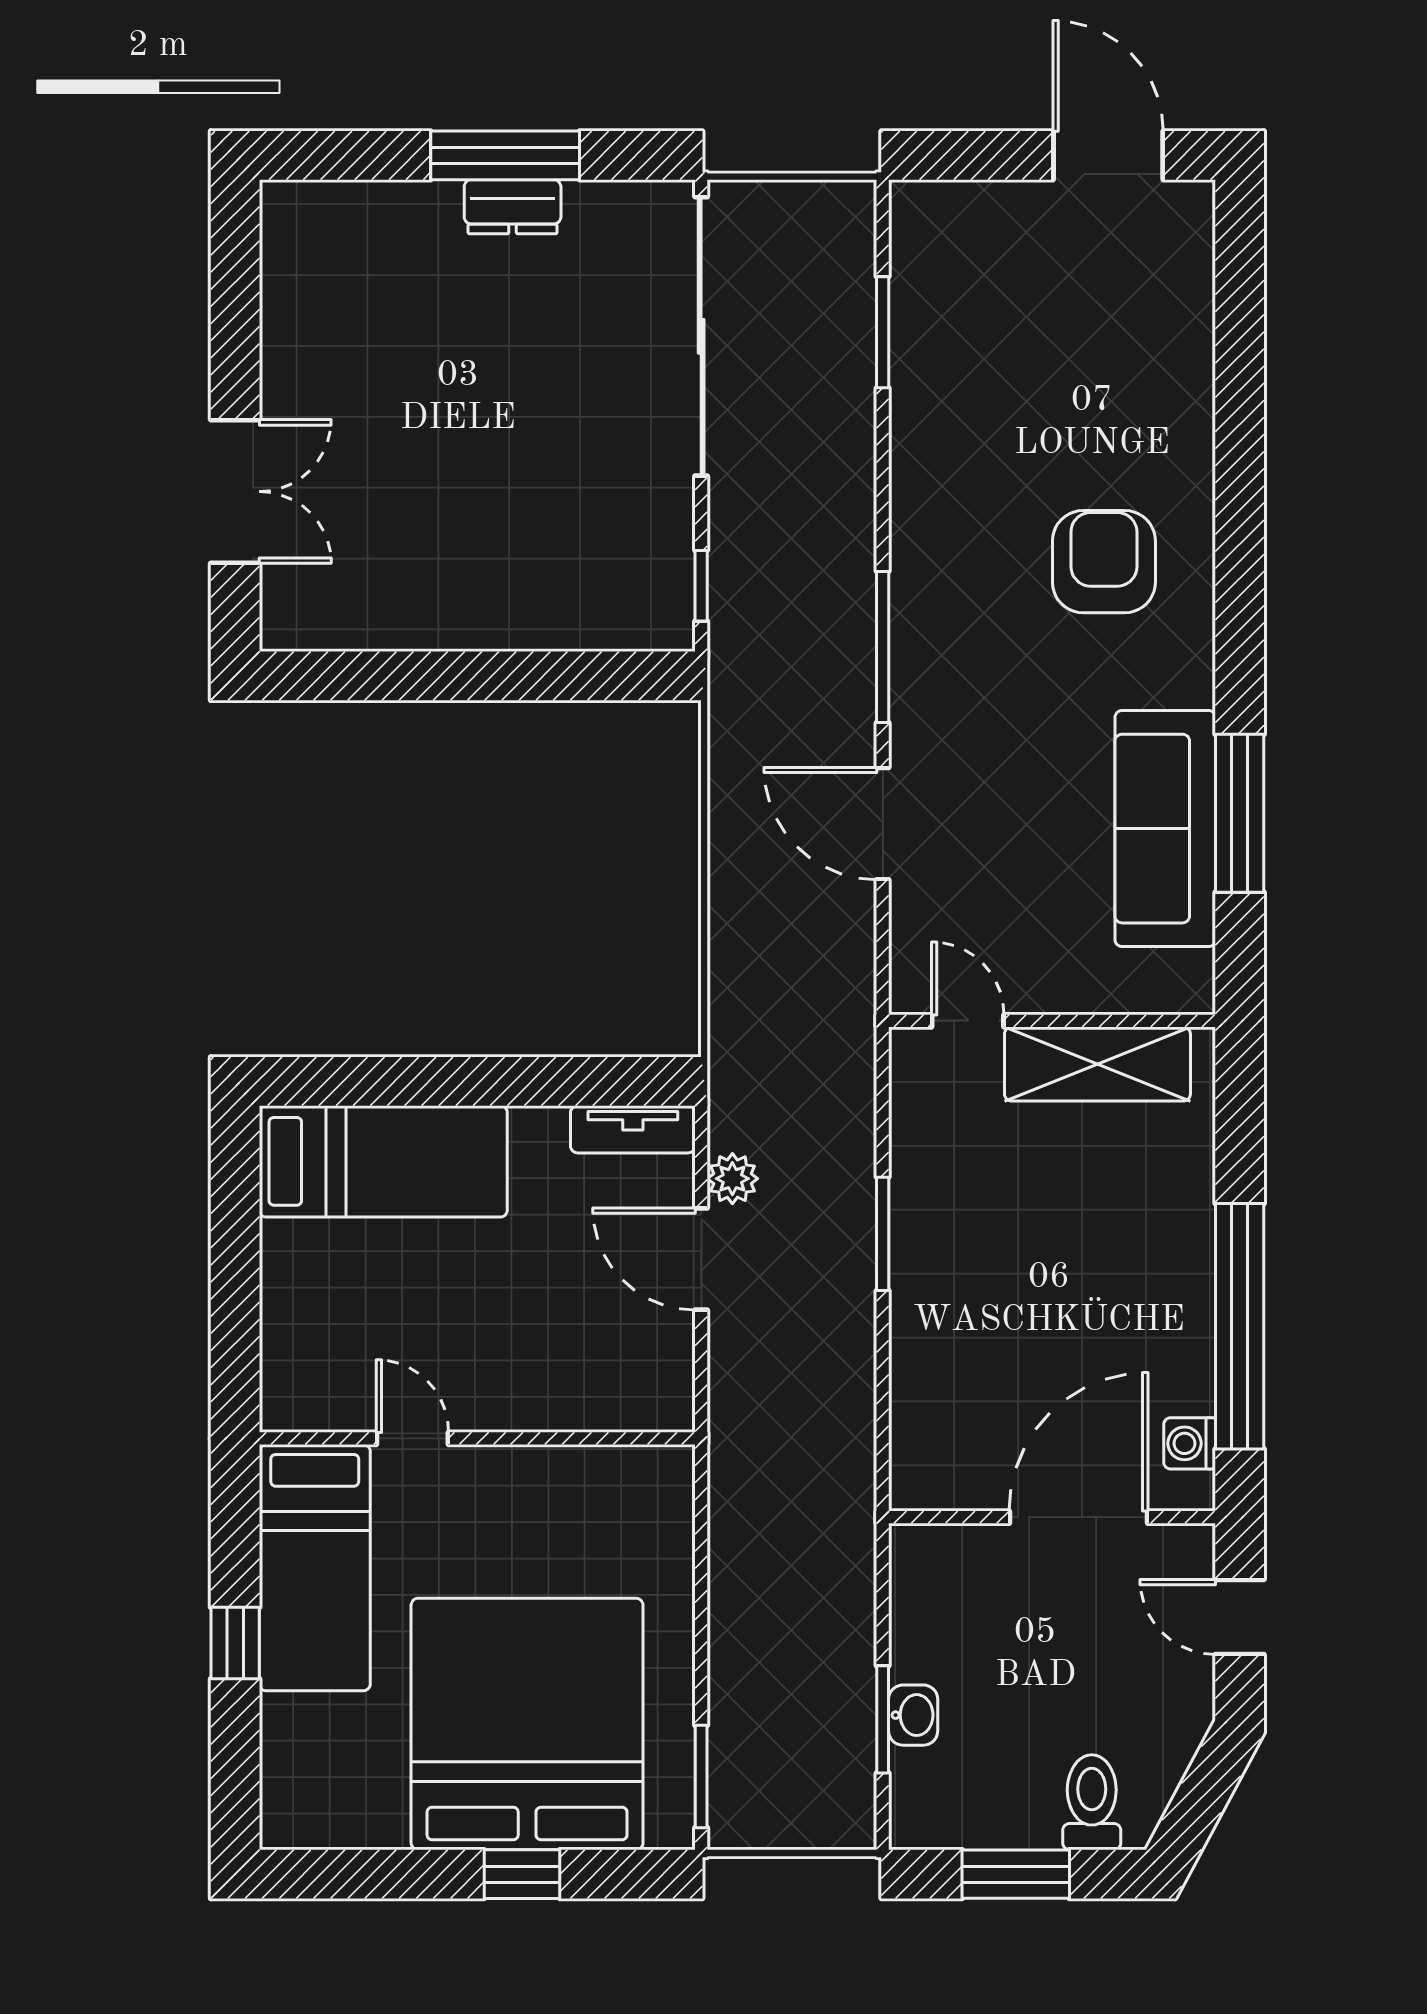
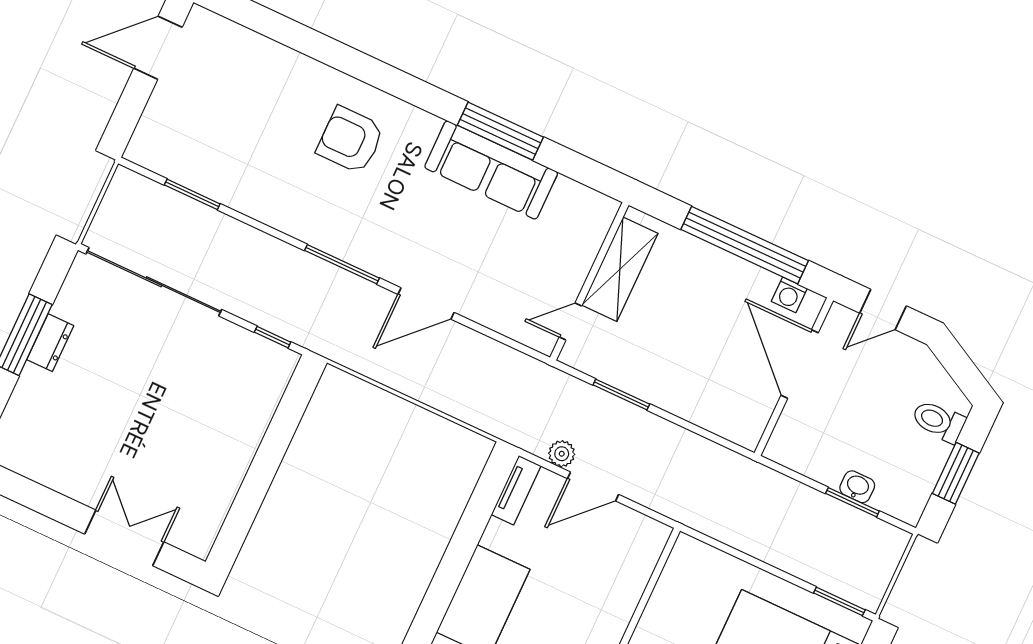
door: (968, 1021) -> (571, 321), moved
wall: (1052, 1021) -> (589, 281), moved
shelving: (1097, 1064) -> (620, 269), moved

